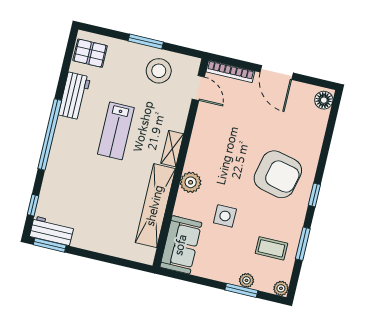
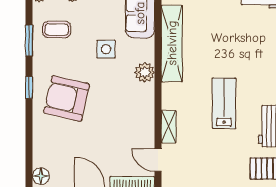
stool: (159, 71) -> (198, 167), removed
shelving: (172, 149) -> (169, 127), moved

